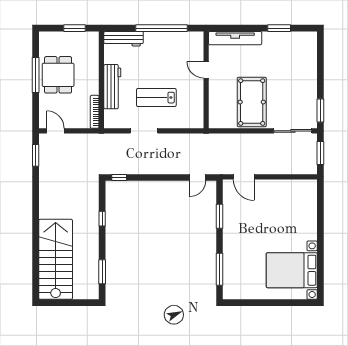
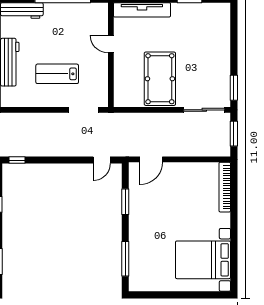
doorway: (144, 131) -> (83, 110), moved
door: (244, 177) -> (151, 159), hinge flipped
bookcase: (312, 203) -> (225, 187), added

